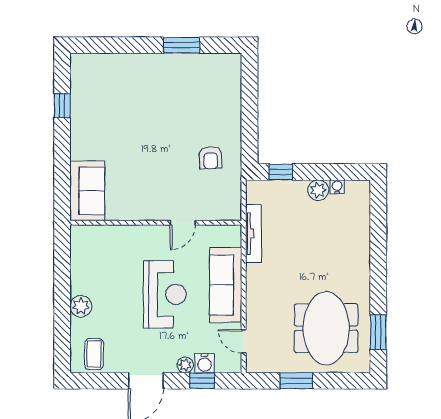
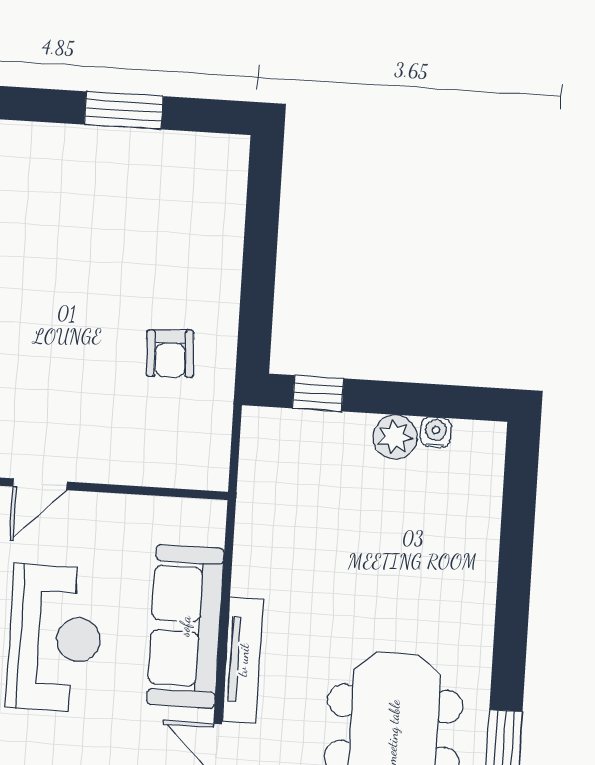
door: (183, 223) -> (40, 484), moved
tv unit: (253, 234) -> (243, 660), moved

